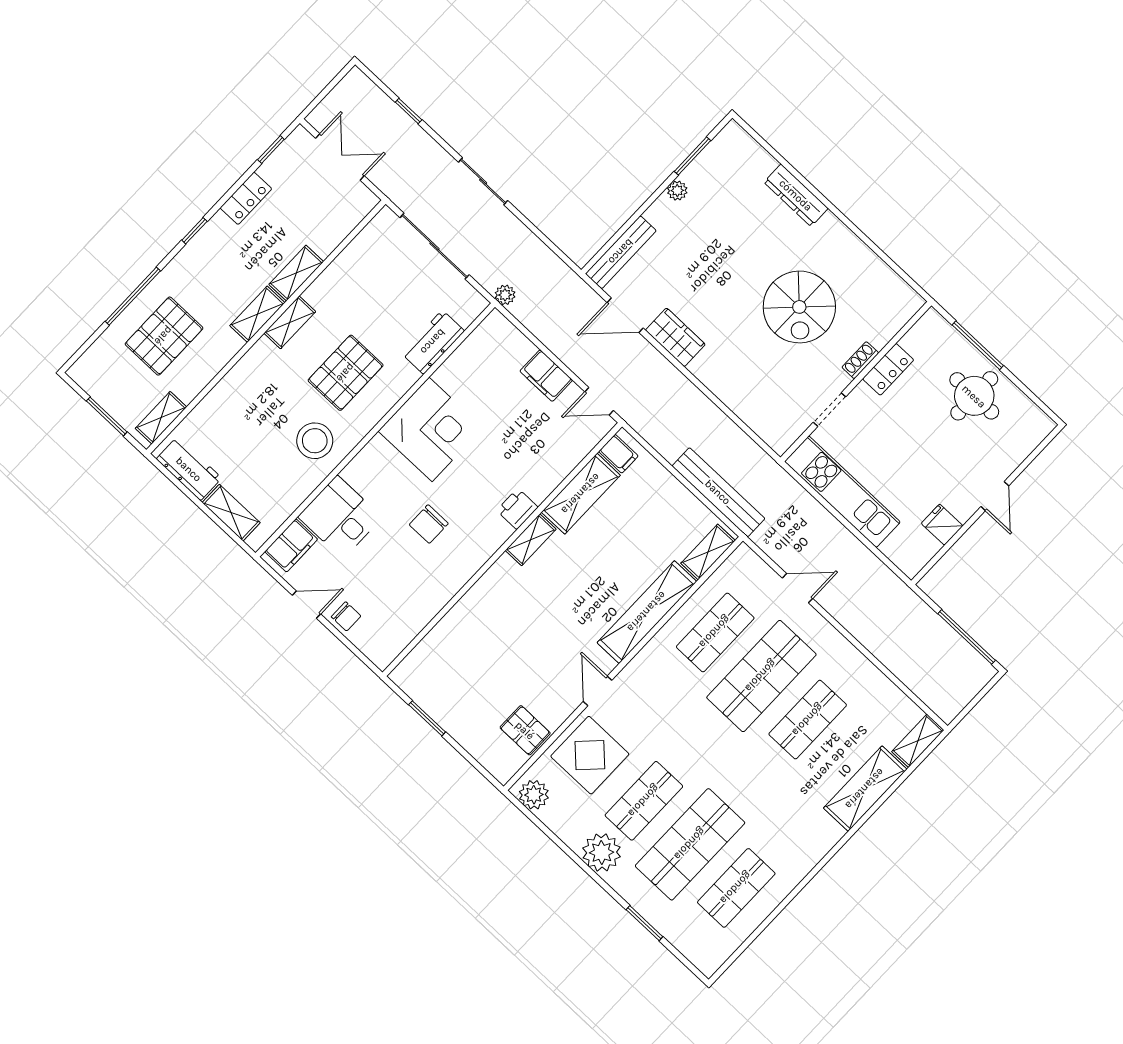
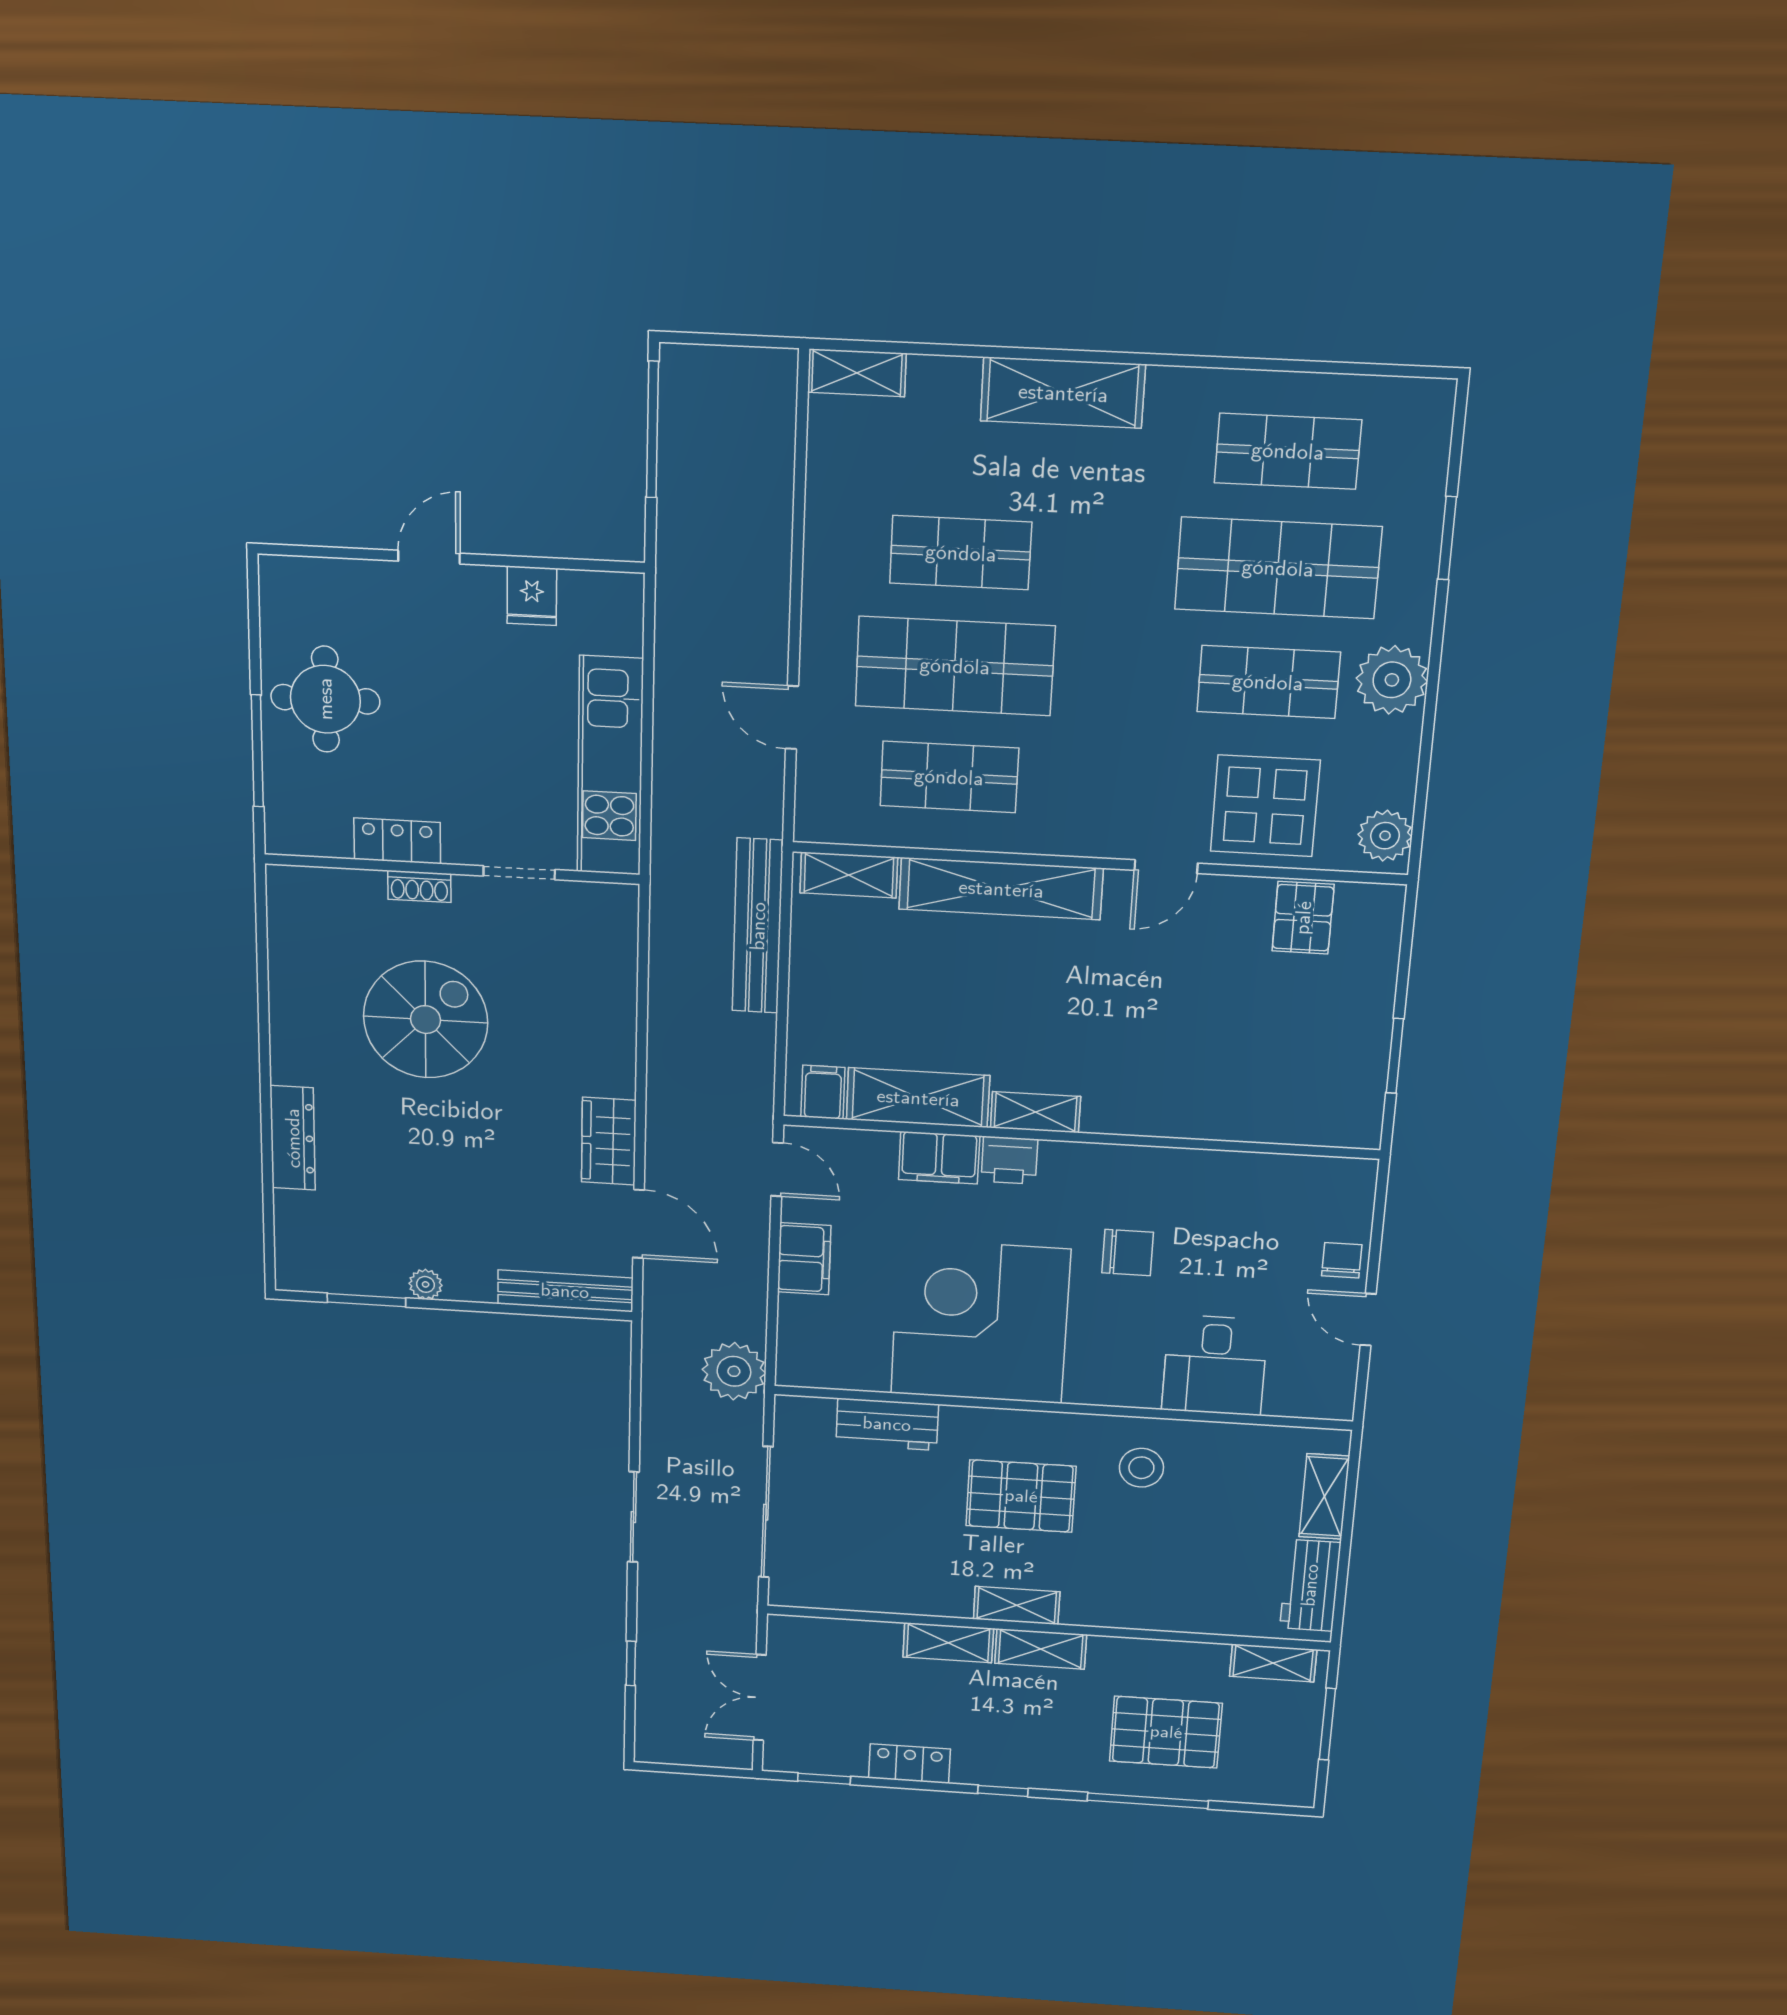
plant: (505, 295) -> (734, 1371), width x1.87, depth x1.87
corner desk: (430, 429) -> (980, 1322), width x1.36, depth x1.36
stool: (315, 441) -> (1141, 1468), width x0.73, depth x0.73
filing cabinet: (291, 545) -> (939, 1158), moved, turned 180
shelving: (865, 789) -> (1063, 393), moved

